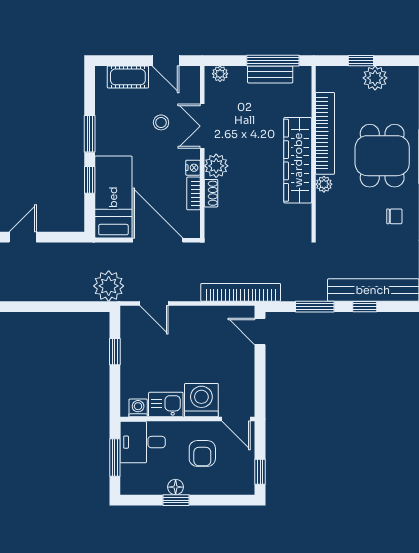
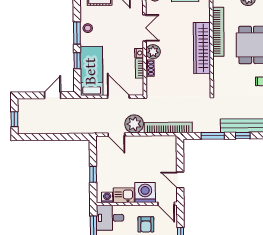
stool: (161, 122) -> (88, 28), moved
double door: (202, 126) -> (144, 28), swing flipped
plant: (324, 184) -> (218, 62), removed
door: (23, 237) -> (53, 95), moved
door: (158, 240) -> (118, 97), width x0.73
plant: (109, 286) -> (134, 124), moved
door: (260, 331) -> (180, 180), moved
window: (115, 352) -> (93, 174), moved

